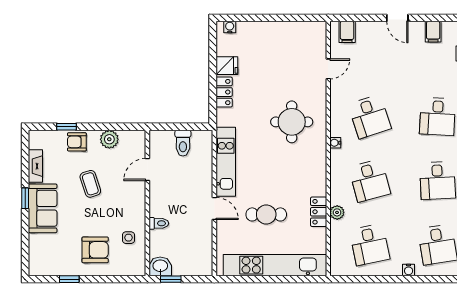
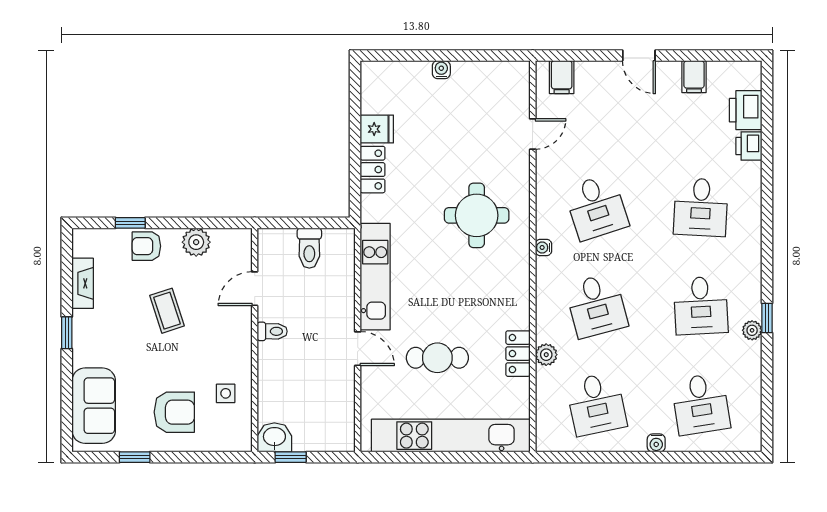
water cooler: (230, 27) -> (441, 70), moved
sofa: (43, 208) -> (94, 406), moved
toilet: (159, 223) -> (272, 331), moved

